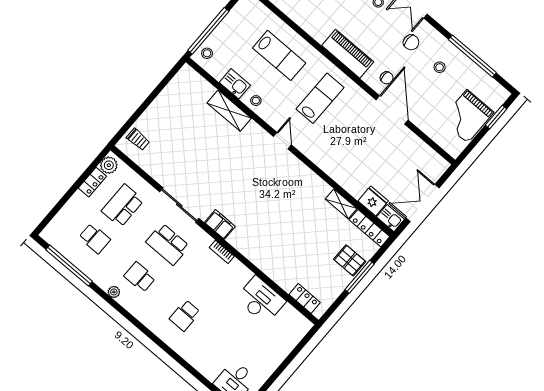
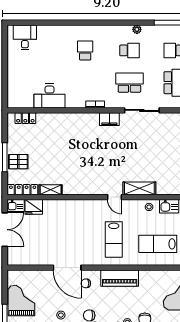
shelving: (229, 111) -> (139, 188), moved

